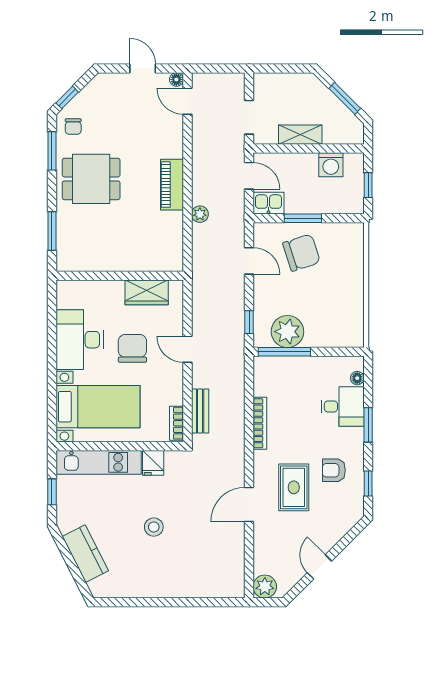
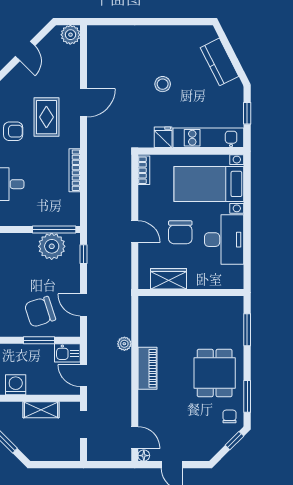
dining table: (91, 179) -> (215, 373), turned 90
bench: (200, 411) -> (124, 180), removed

